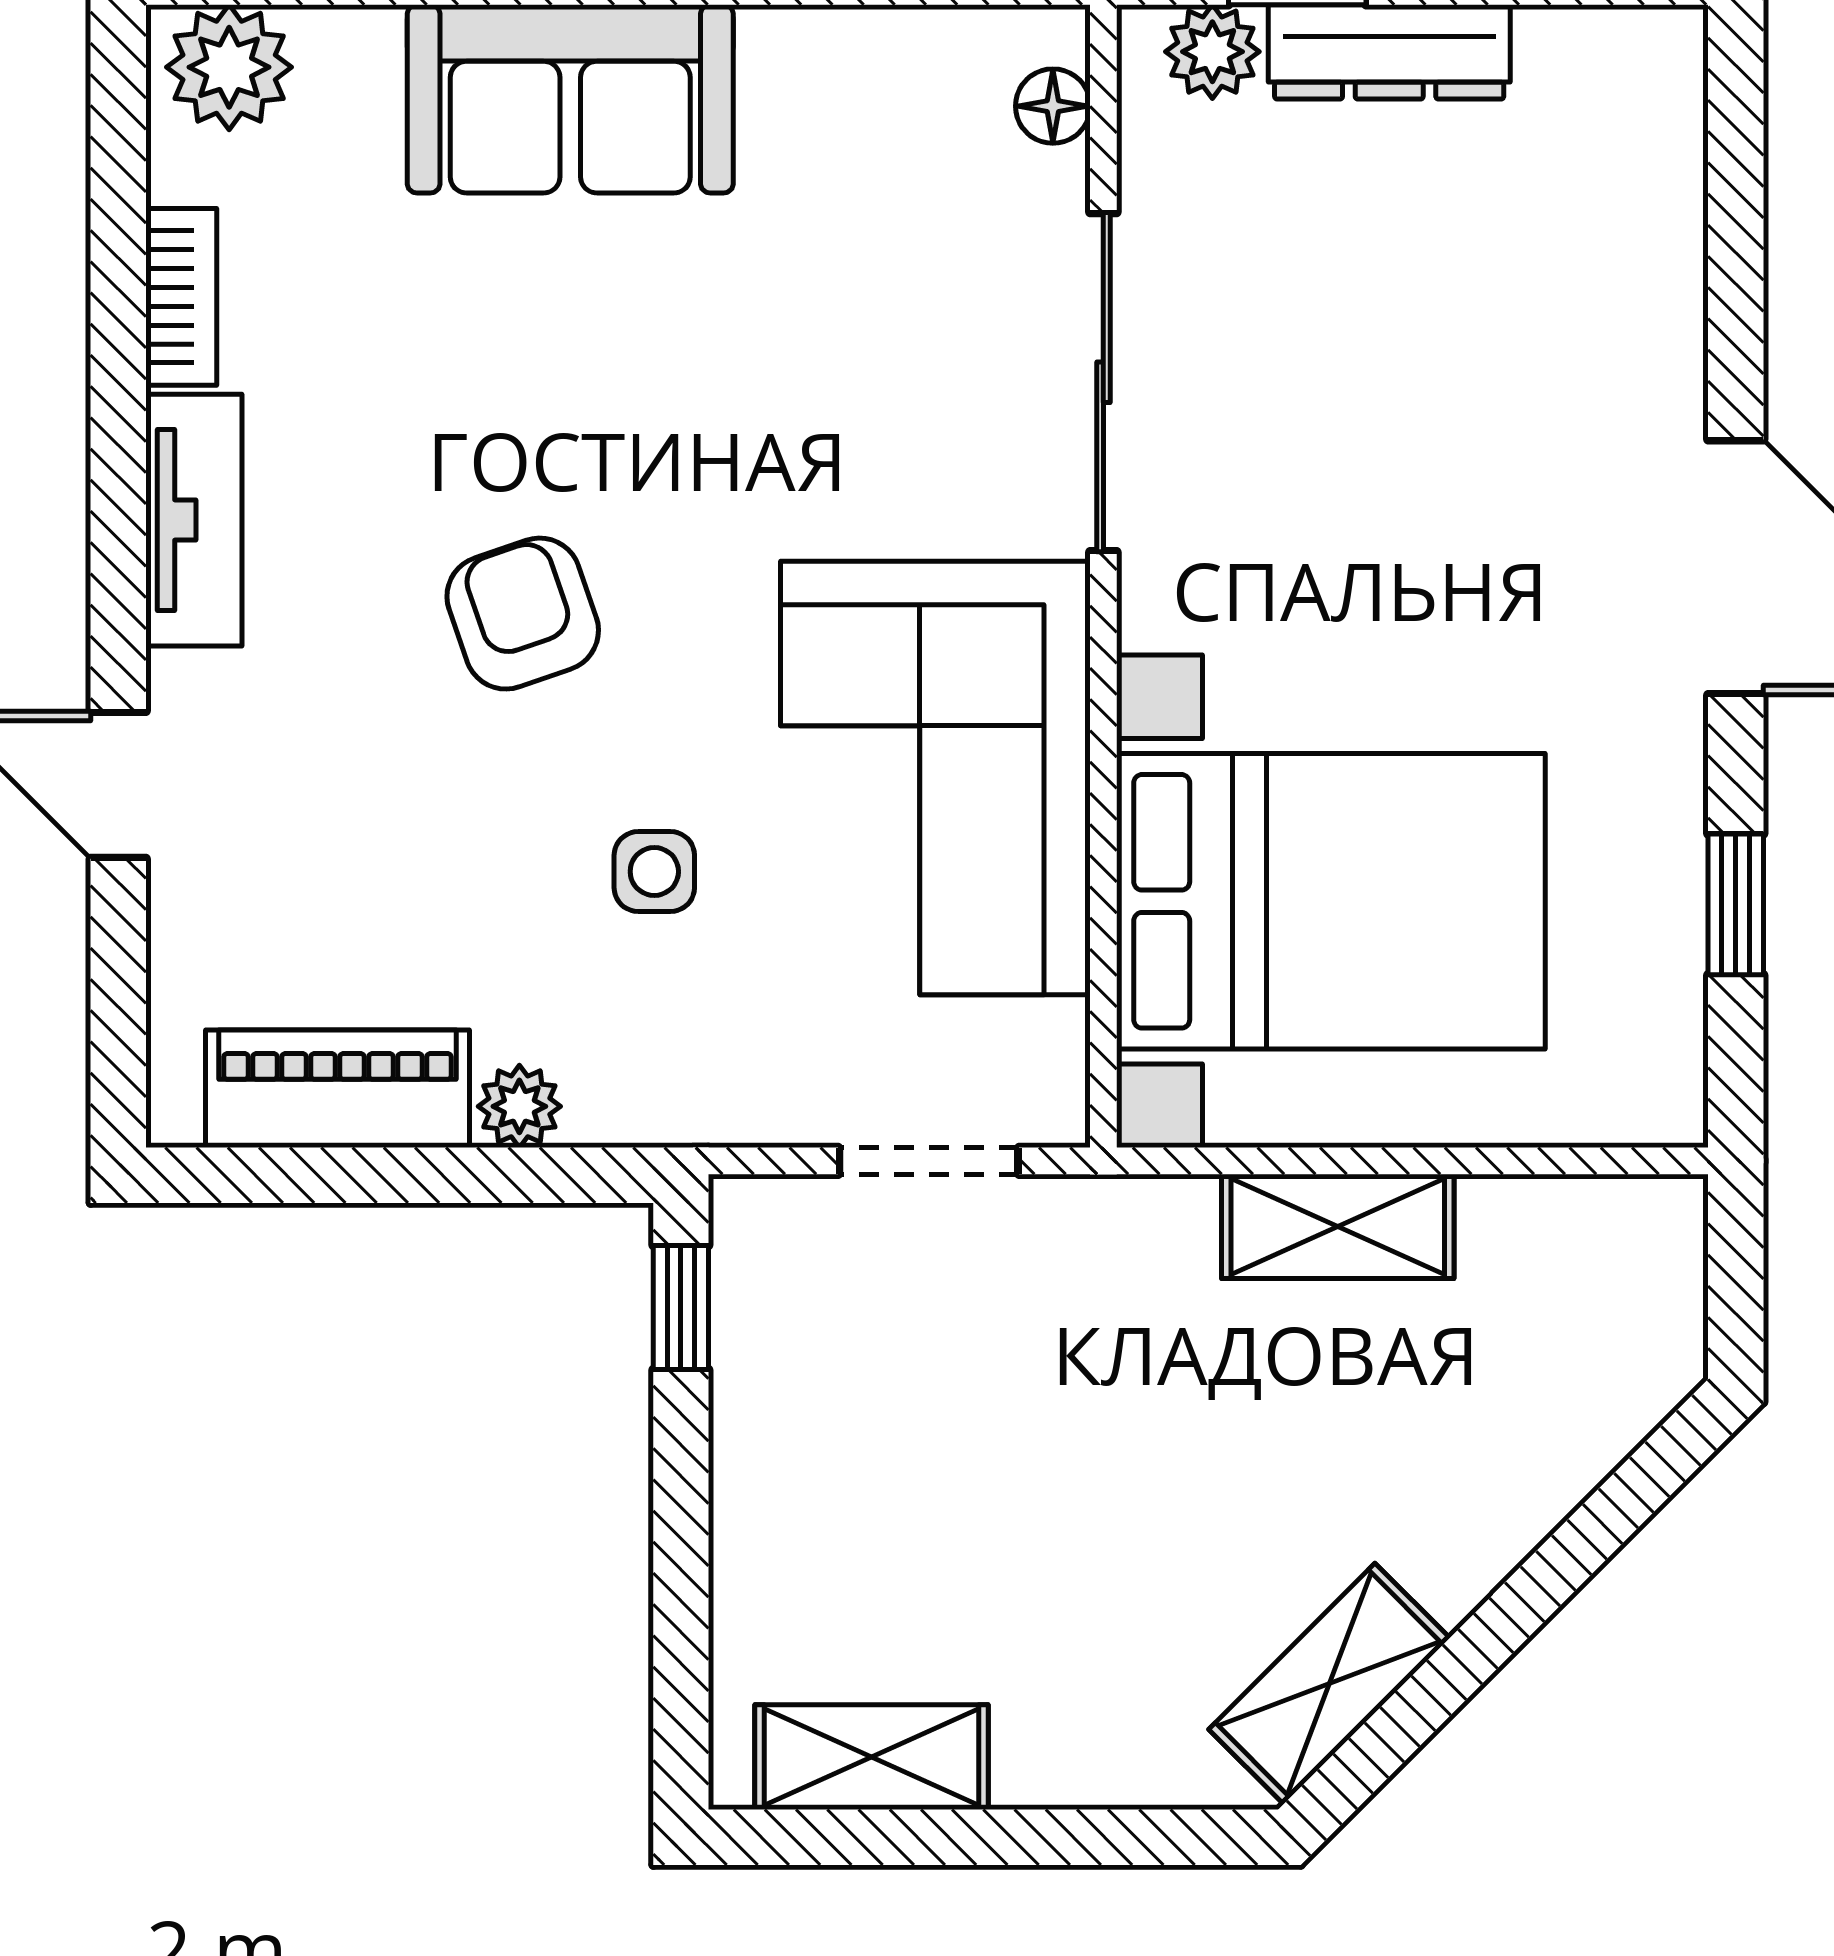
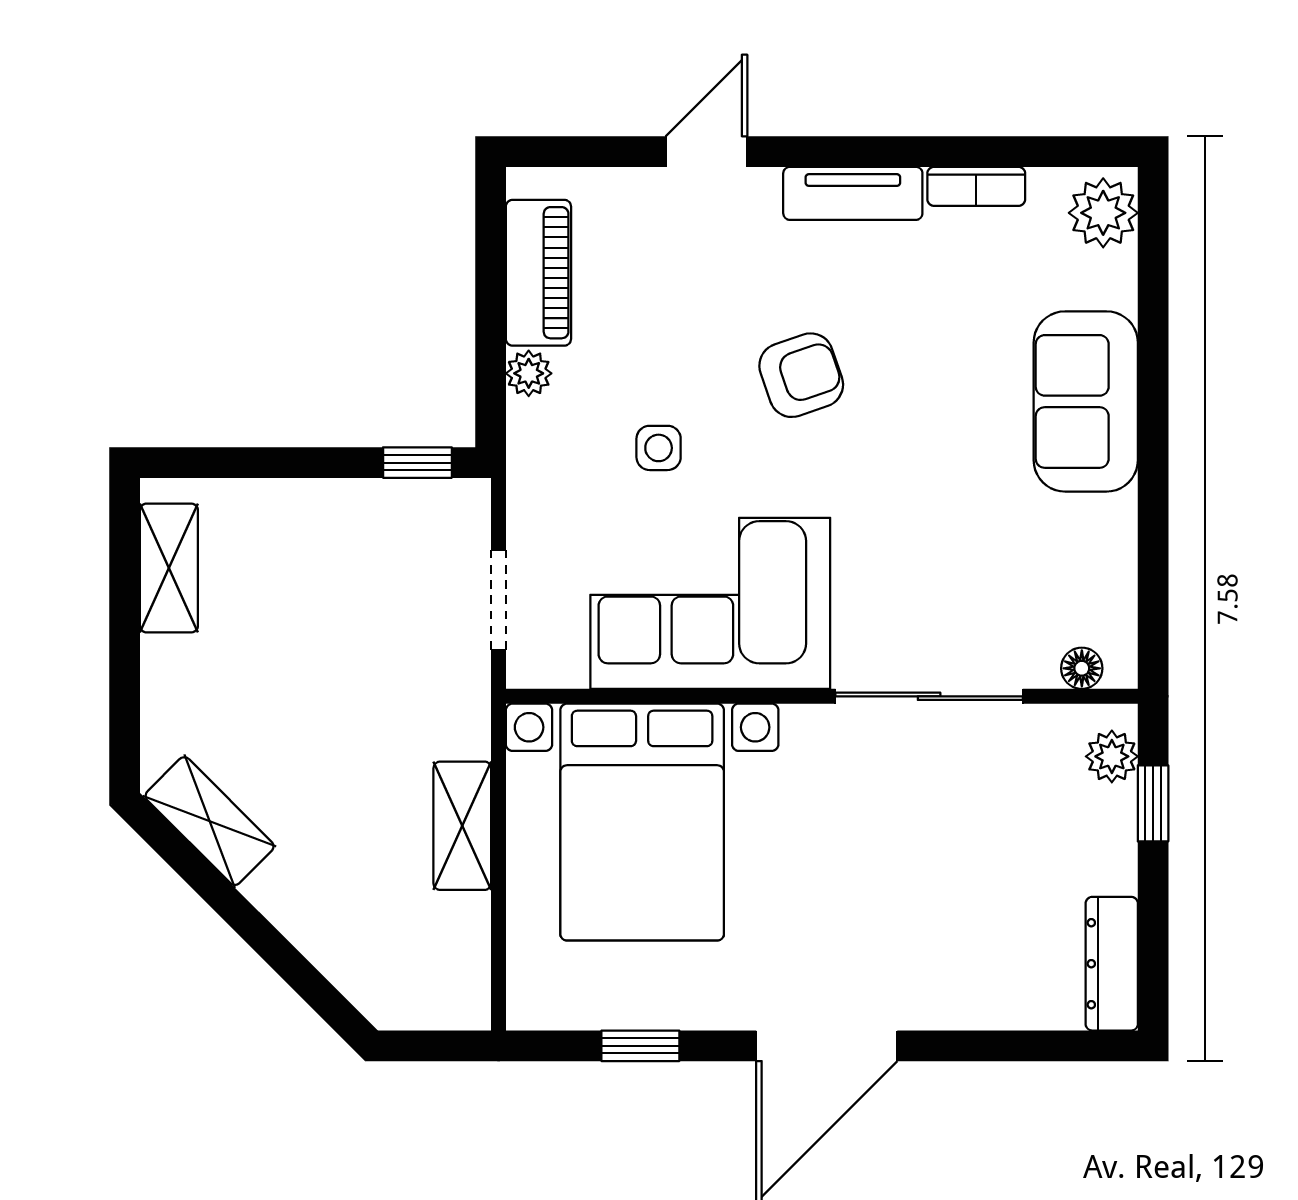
dresser: (1389, 52) -> (1112, 964), moved

